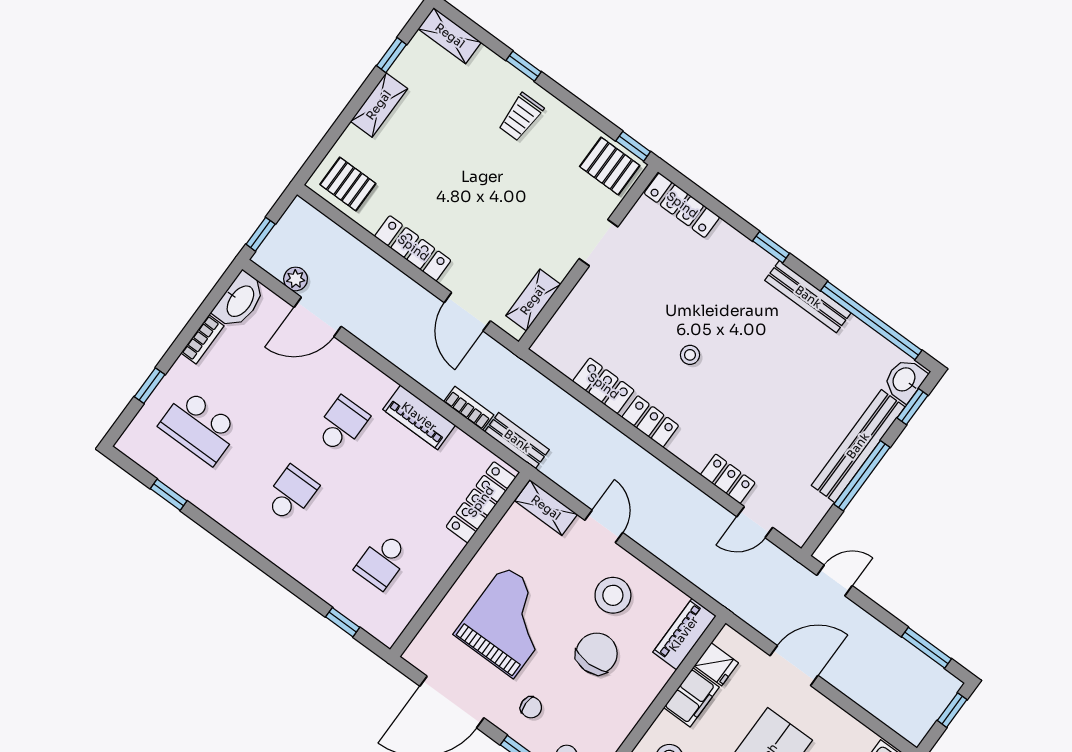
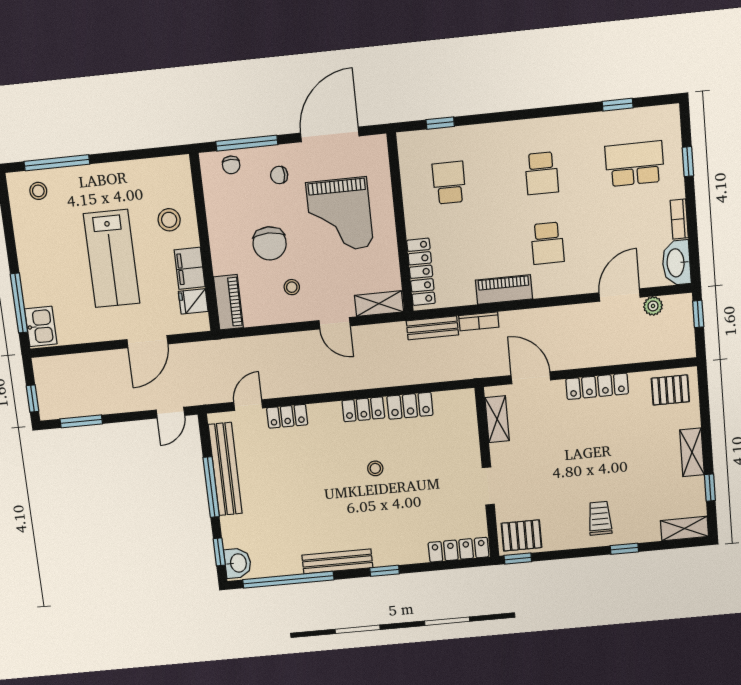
bench: (858, 446) -> (225, 469), moved
stool: (613, 595) -> (292, 287), width x0.53, depth x0.53

